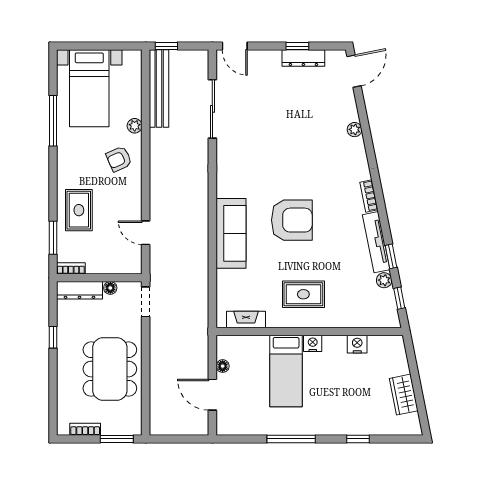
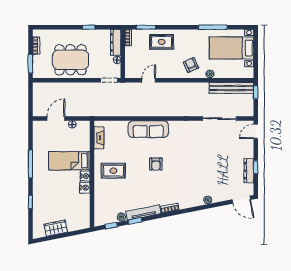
armchair: (292, 220) -> (156, 164), width x0.53, depth x0.53
rug: (303, 294) -> (113, 171), turned 90
nightstand: (357, 344) -> (85, 188), moved

